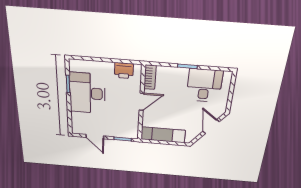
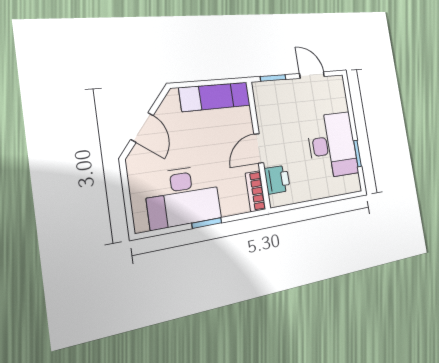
printer: (124, 71) -> (277, 180), moved, turned 90
desk: (204, 85) -> (183, 197), width x1.37

